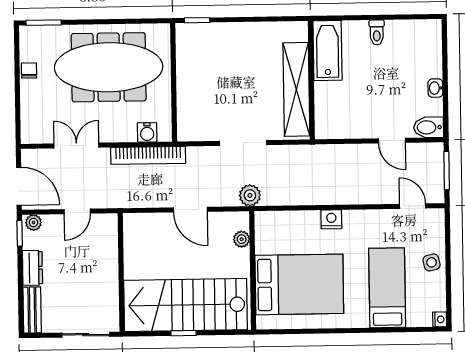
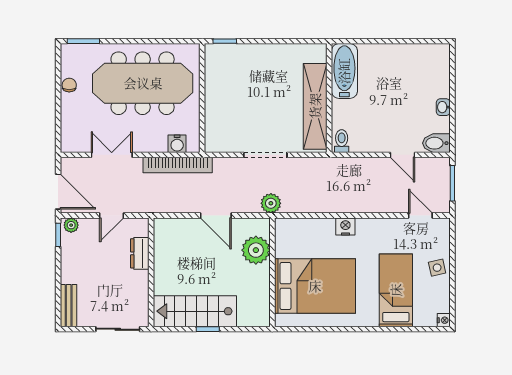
toilet: (377, 32) -> (342, 141), moved, turned 180
plant: (242, 239) -> (256, 250), width x1.88, depth x1.88
dresser: (32, 268) -> (140, 253), moved, turned 180
stairs: (186, 305) -> (195, 311), width x0.73, depth x0.66

